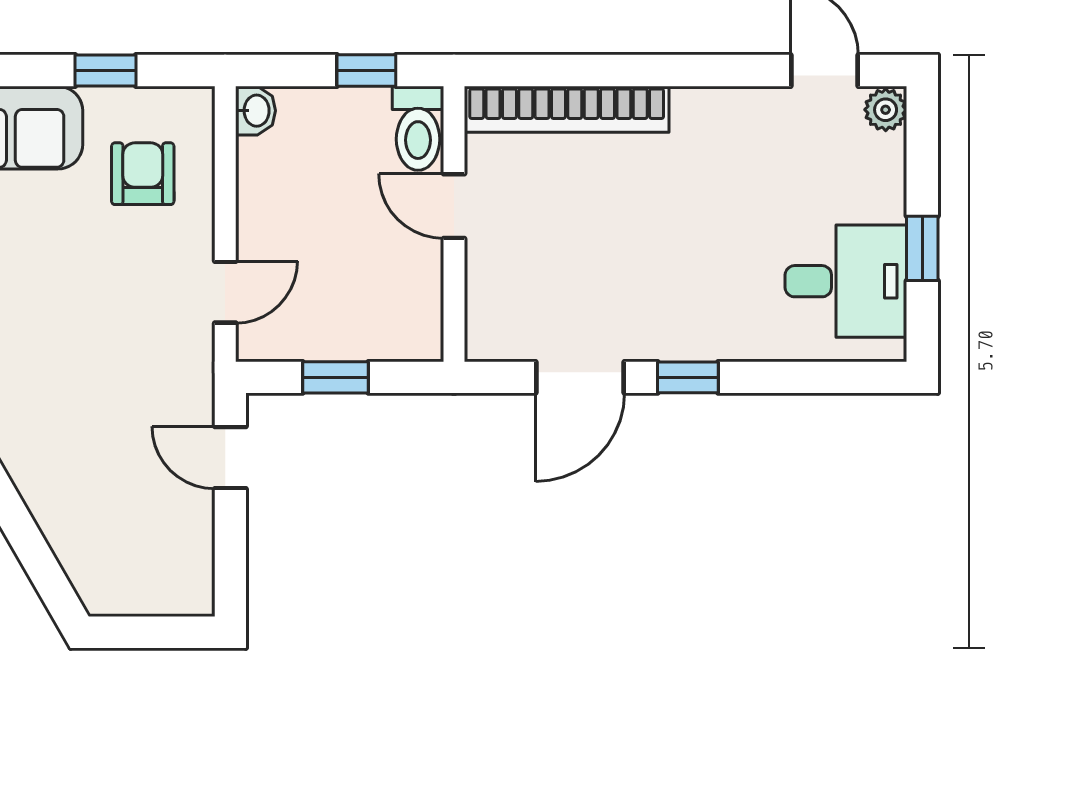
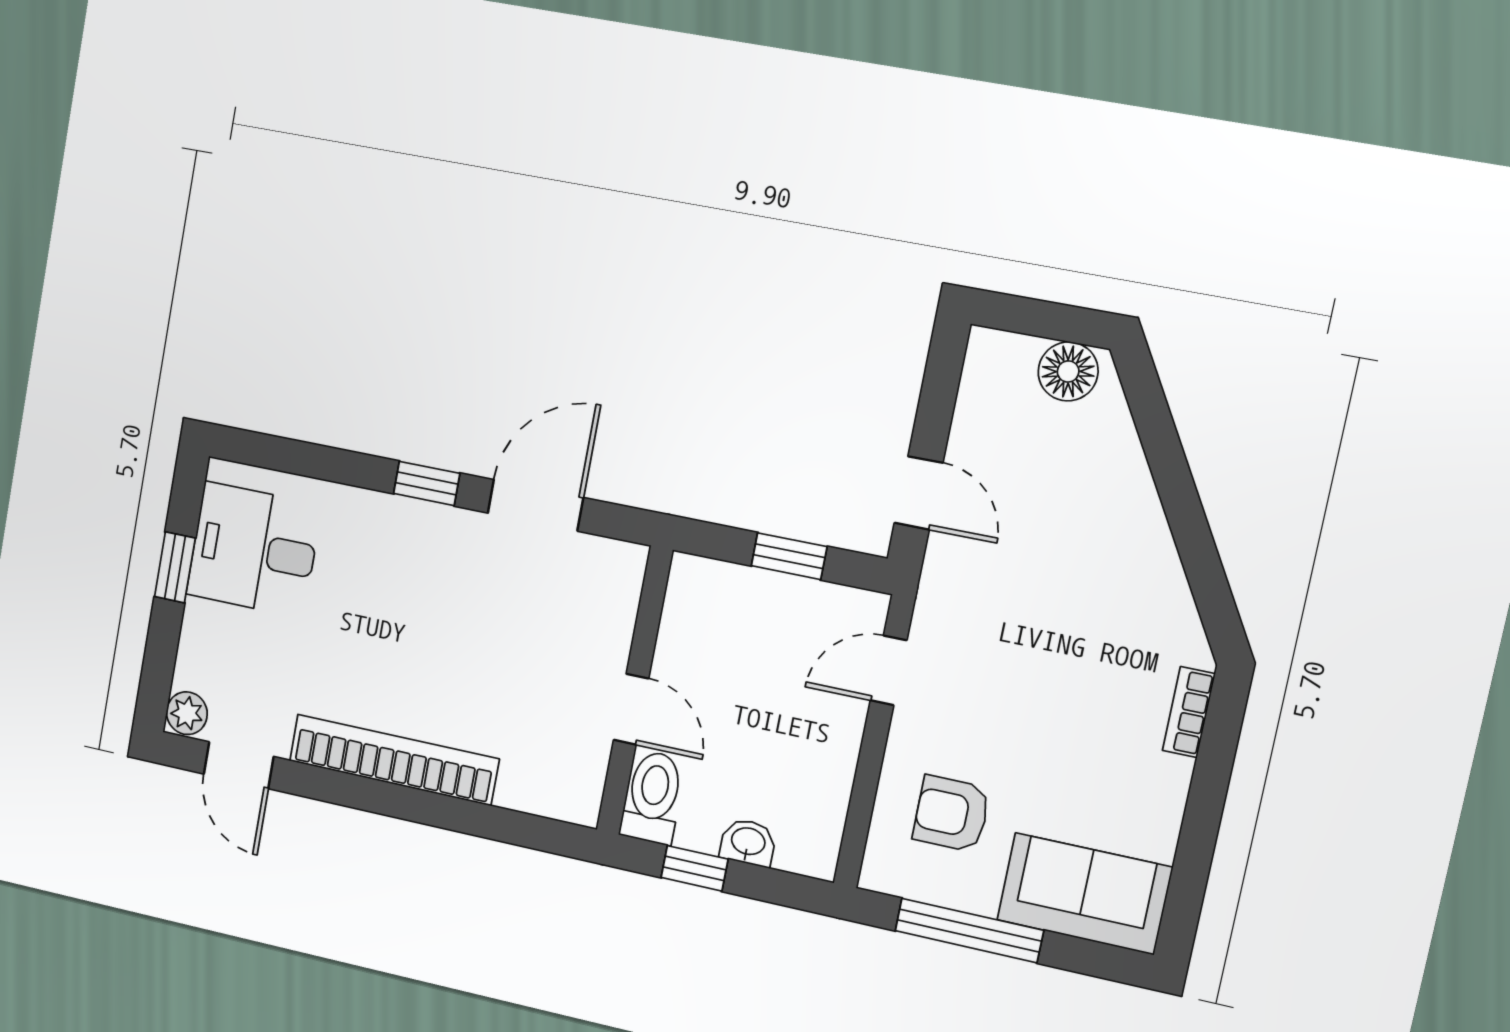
window: (105, 70) -> (969, 930), width x2.17
bookcase: (567, 109) -> (394, 760), moved
washbasin: (255, 111) -> (748, 842), moved, turned 90
armchair: (143, 174) -> (951, 814), turned 90
floor lamp: (121, 590) -> (1068, 371), added

